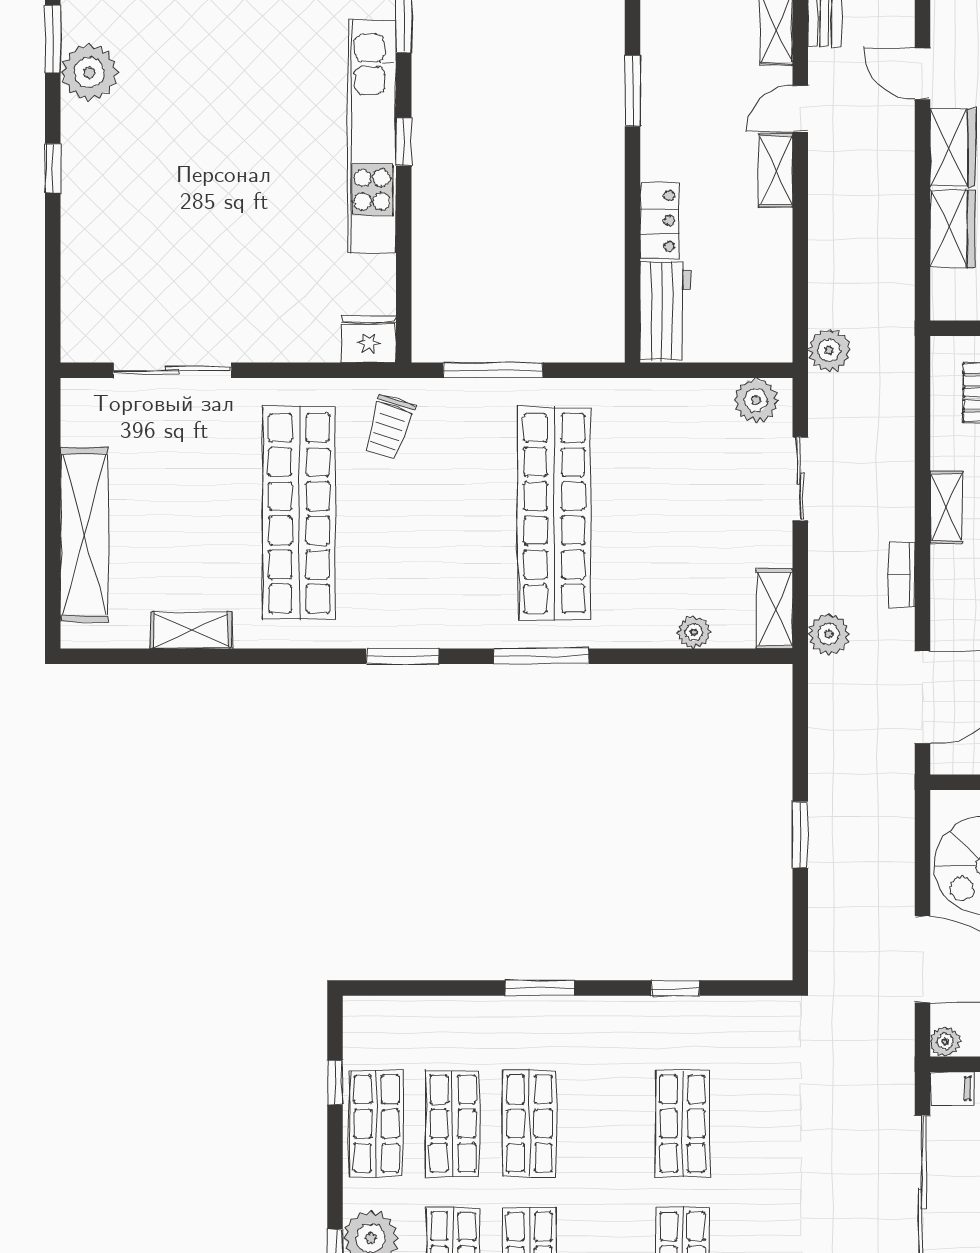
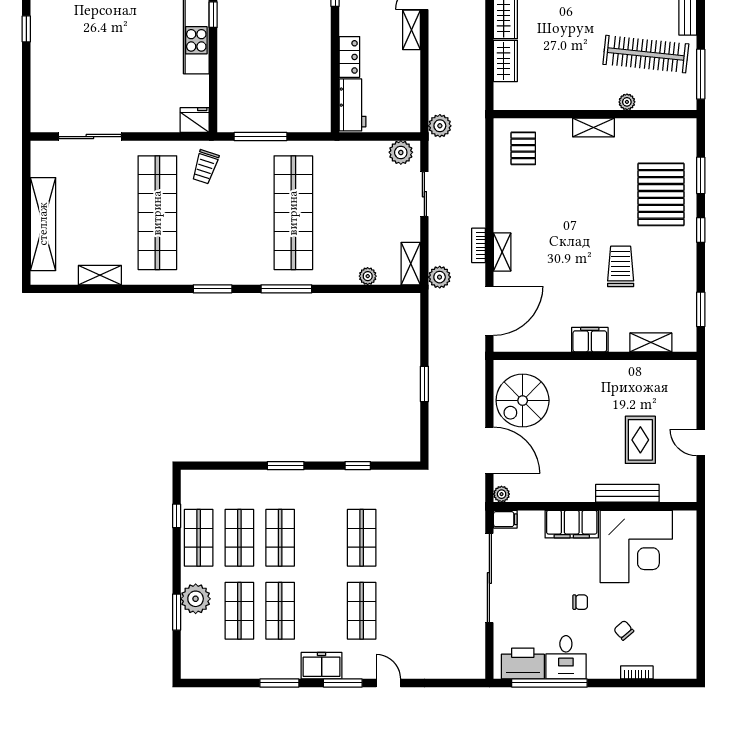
shelving: (946, 507) -> (502, 252), moved

